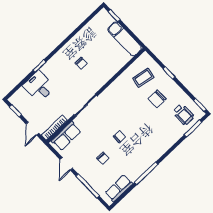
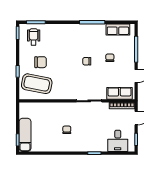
exam couch: (125, 39) -> (25, 135), moved
coffee table: (143, 78) -> (37, 84), width x1.86, depth x1.72
desk: (39, 86) -> (118, 141), moved

